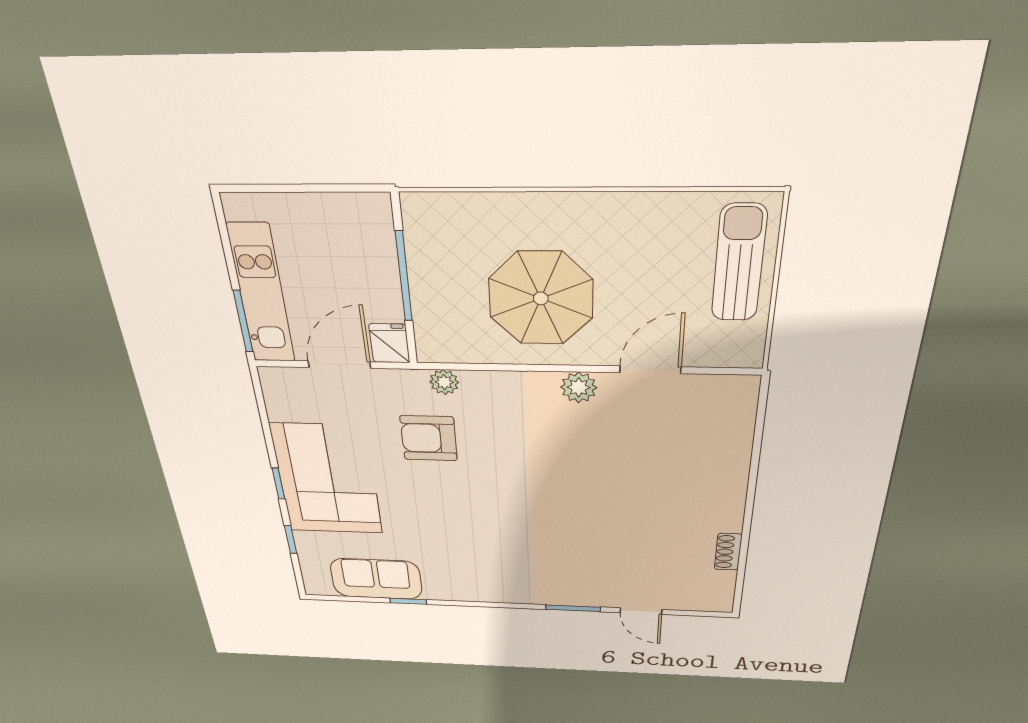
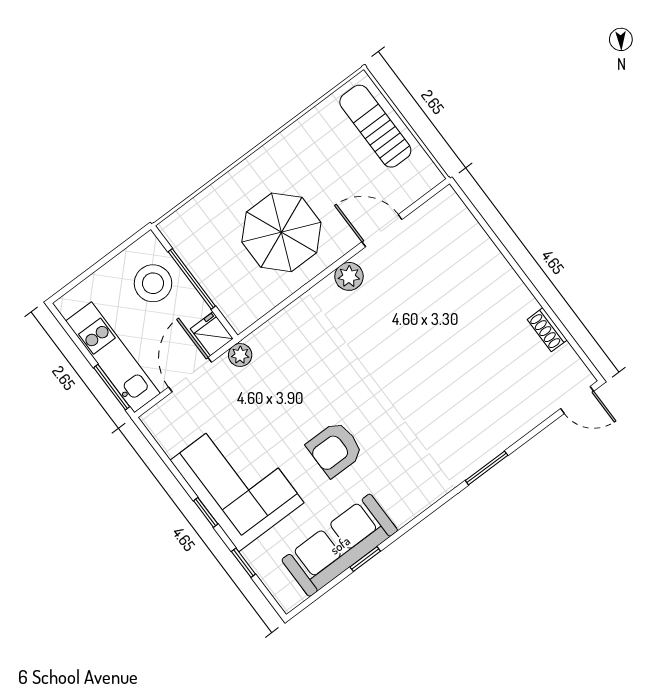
stool: (355, 251) -> (153, 283), added
door: (650, 370) -> (382, 231), hinge flipped
plant: (444, 382) -> (240, 355), moved
armchair: (429, 438) -> (335, 449), moved
sofa: (376, 579) -> (340, 545), width x1.36
door: (641, 611) -> (577, 400), moved

